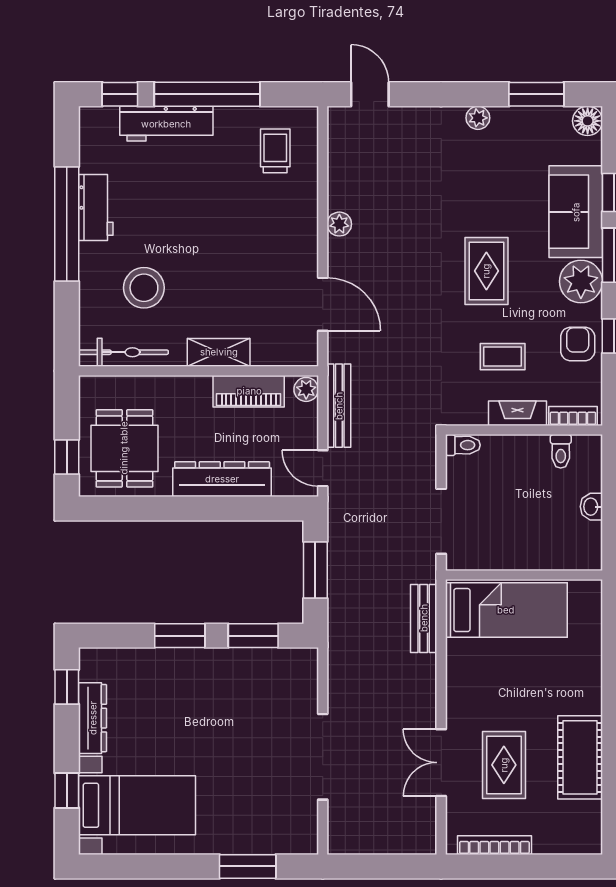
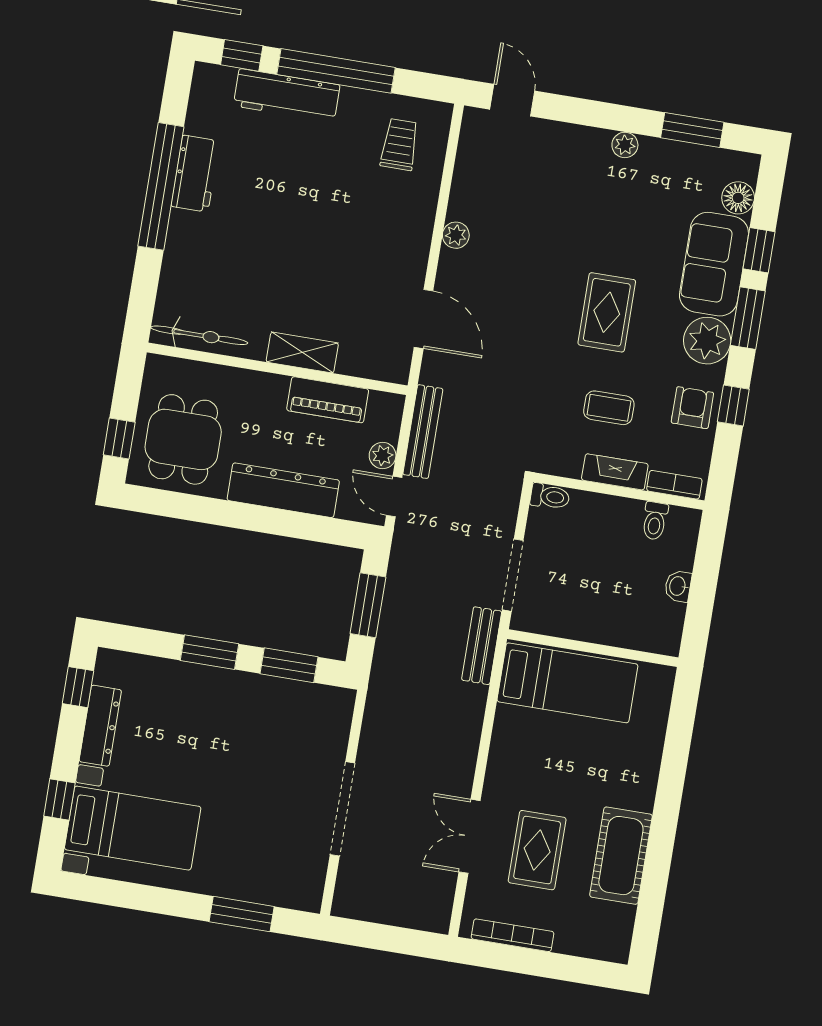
floor lamp: (588, 121) -> (738, 198), moved
stool: (144, 288) -> (233, 269), removed
plant: (306, 389) -> (383, 456), moved
bench: (424, 618) -> (482, 646), moved

